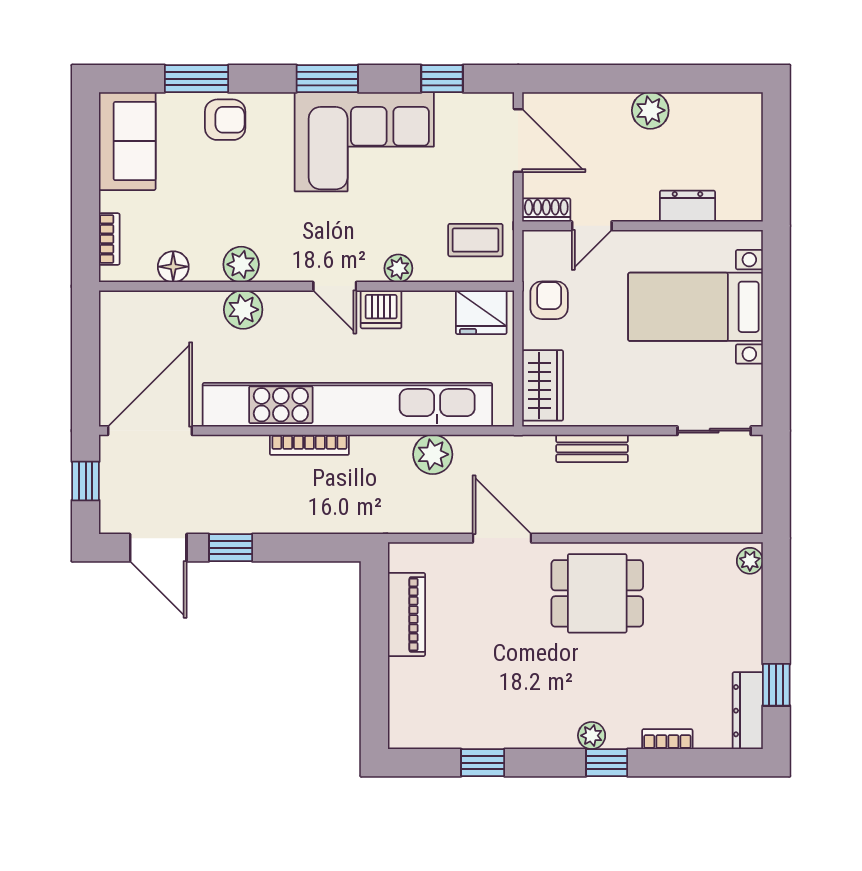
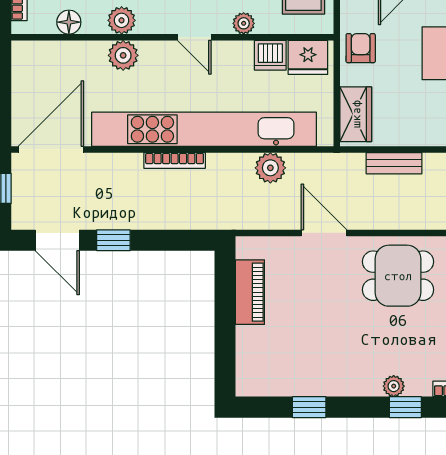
dishwasher: (381, 309) -> (270, 55), moved

